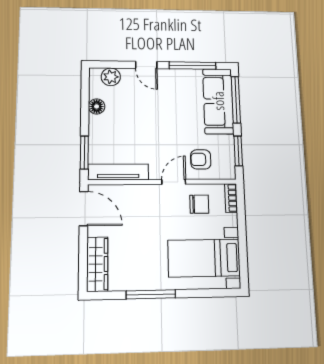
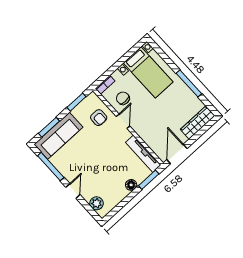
window: (236, 100) -> (49, 127), width x0.69
floor lamp: (97, 106) -> (131, 185), moved
door: (174, 182) -> (123, 121), swing flipped

